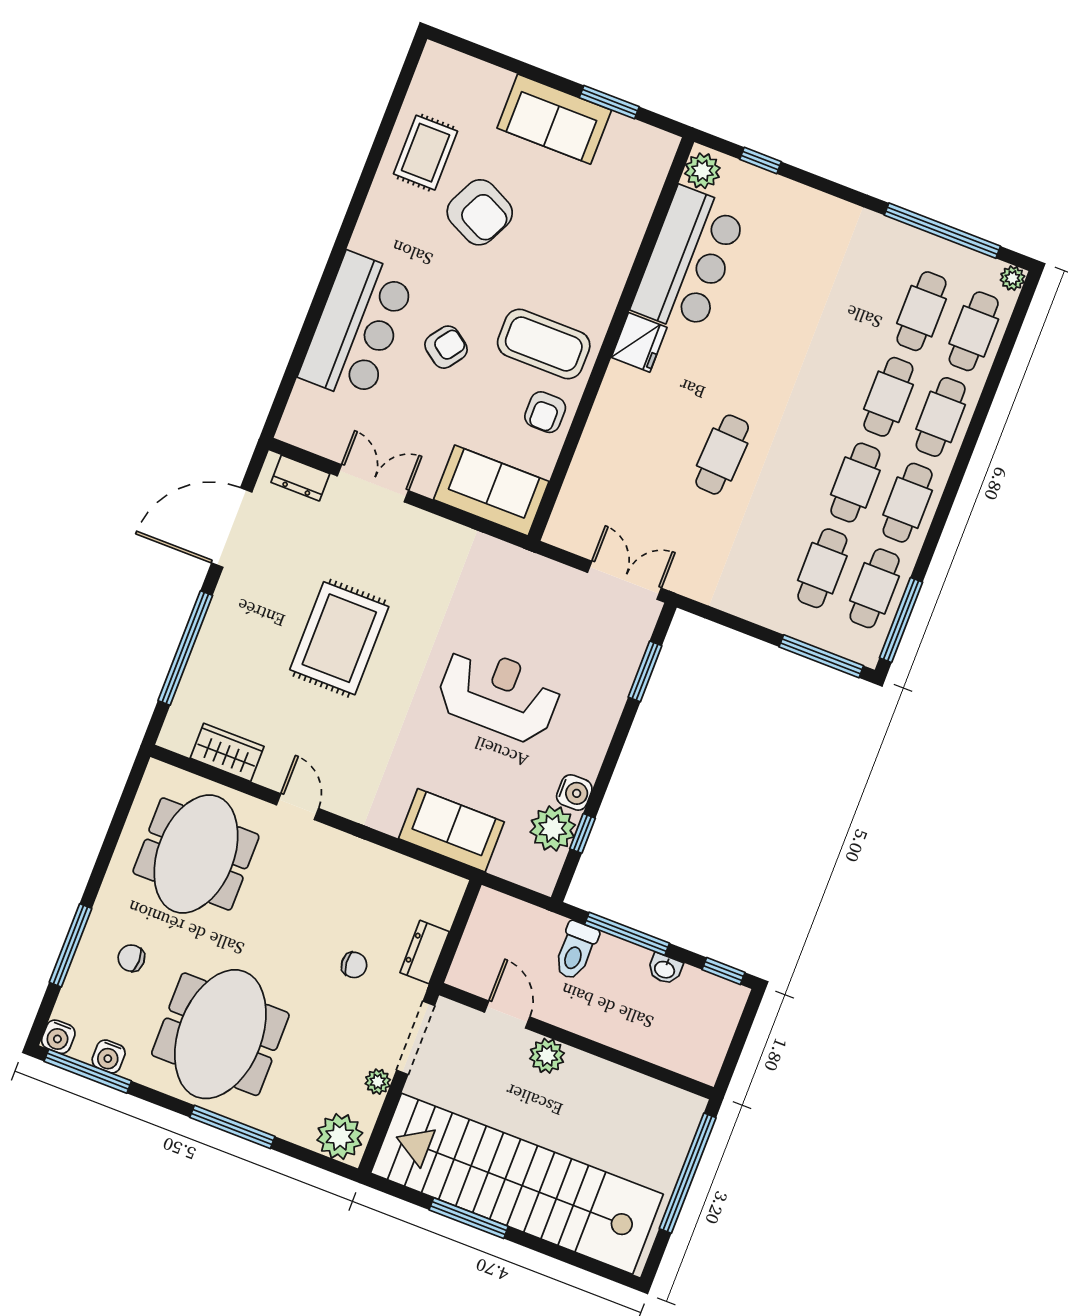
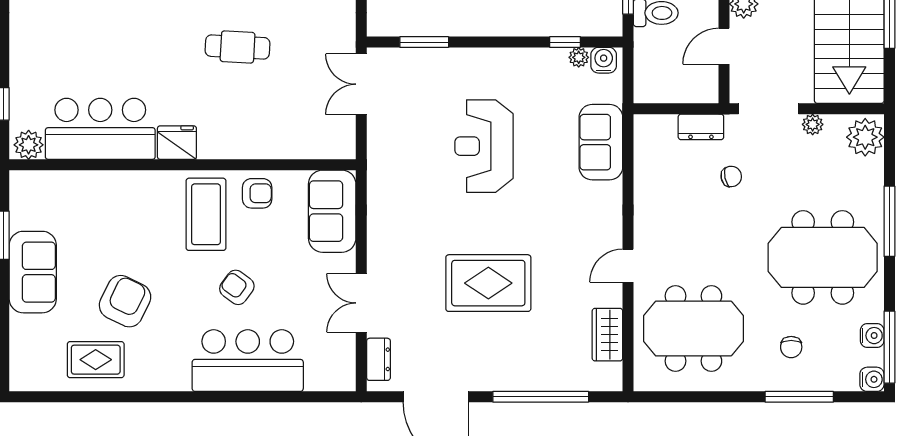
water cooler: (574, 792) -> (604, 60), moved
plant: (553, 829) -> (579, 57), width x0.53, depth x0.53
chair: (354, 965) -> (731, 176), turned 83

